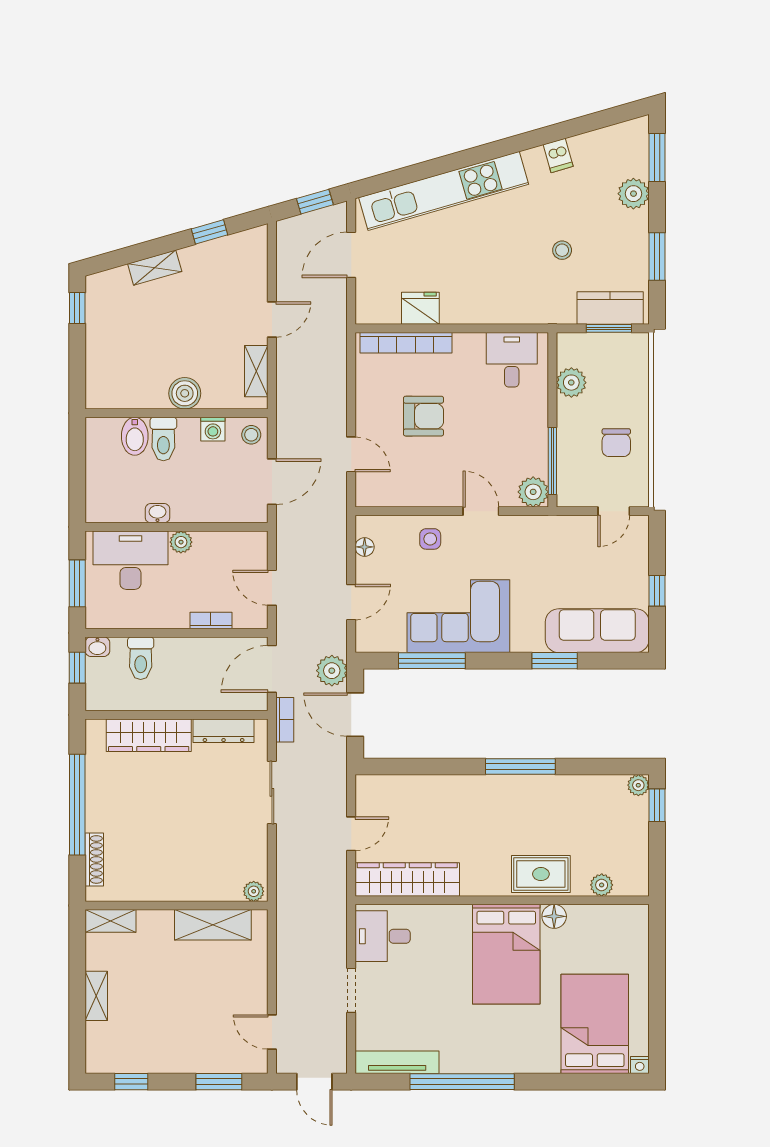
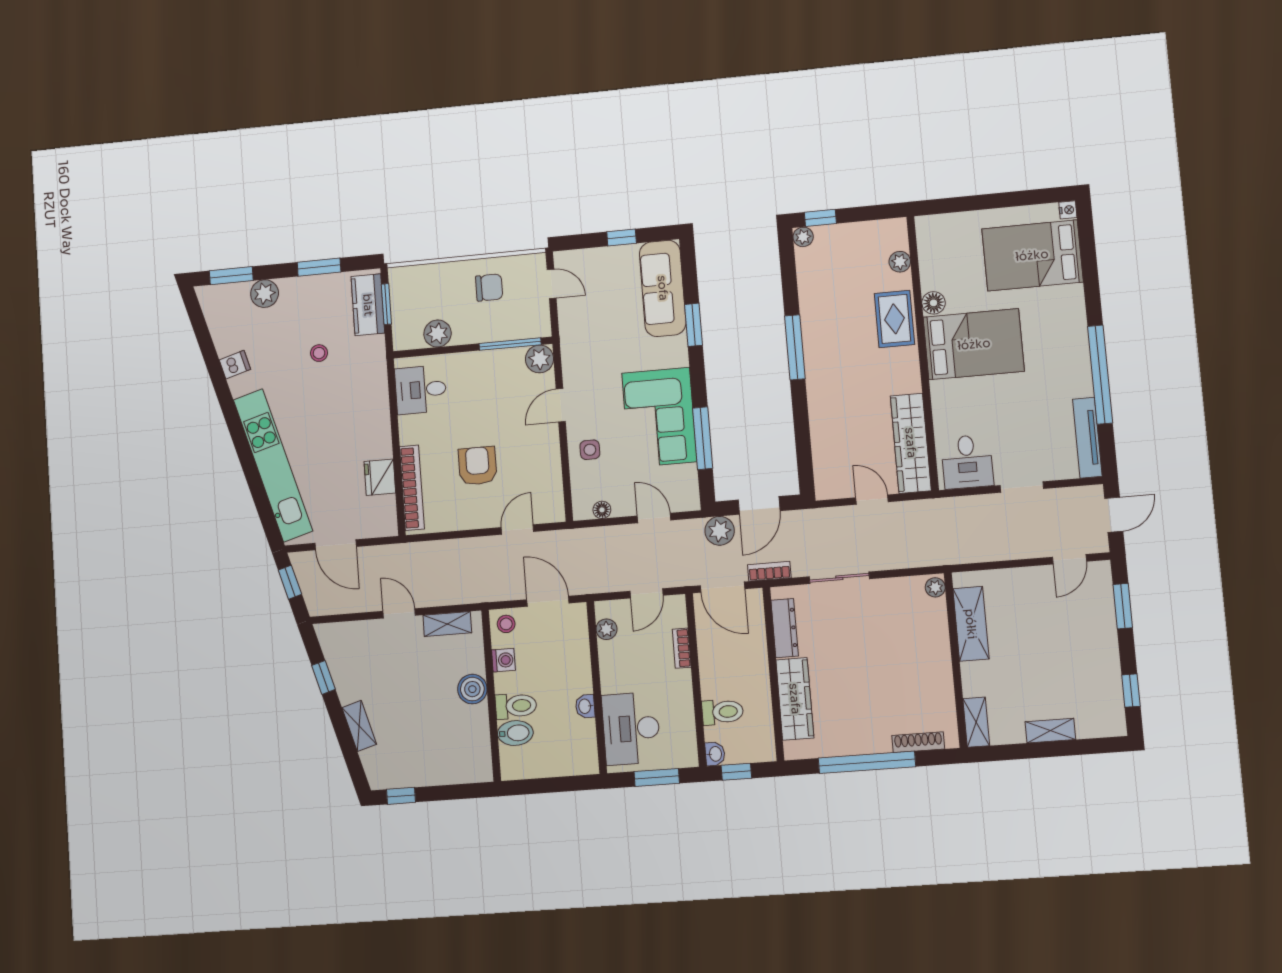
plant: (181, 542) -> (606, 629), moved

